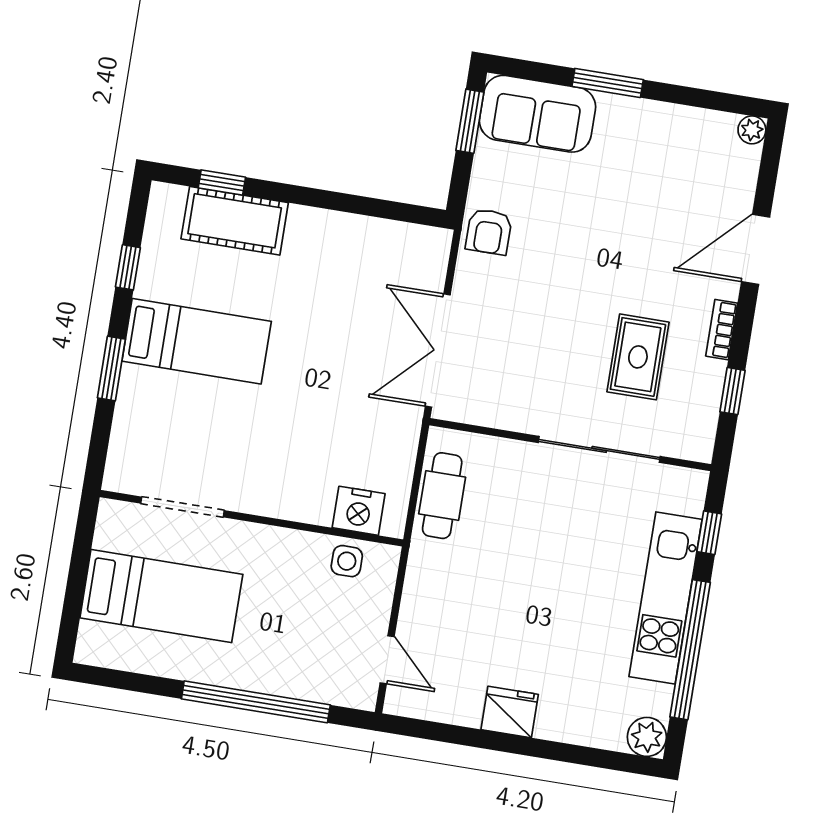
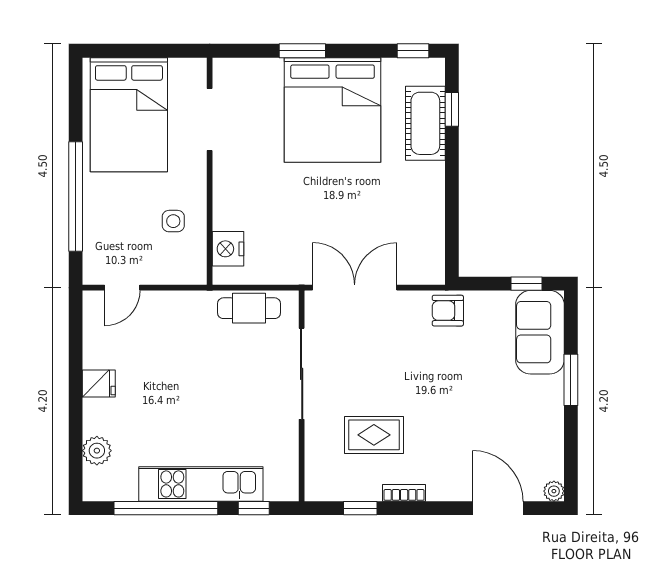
window: (470, 121) -> (526, 284), width x0.67
door: (756, 249) -> (498, 508), moved
window: (128, 267) -> (413, 51), moved
bed: (197, 341) -> (333, 110), width x2.04
sliding door: (599, 449) -> (302, 374), moved
side table: (347, 561) -> (173, 221), moved
bed: (161, 596) -> (129, 115), width x1.50
fridge: (510, 712) -> (99, 383), width x0.72
plant: (647, 737) -> (97, 451), moved

